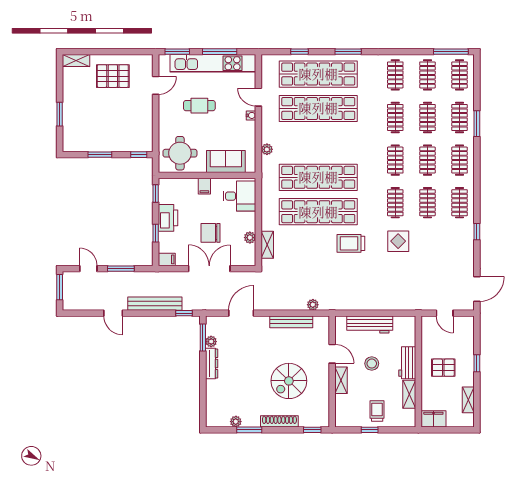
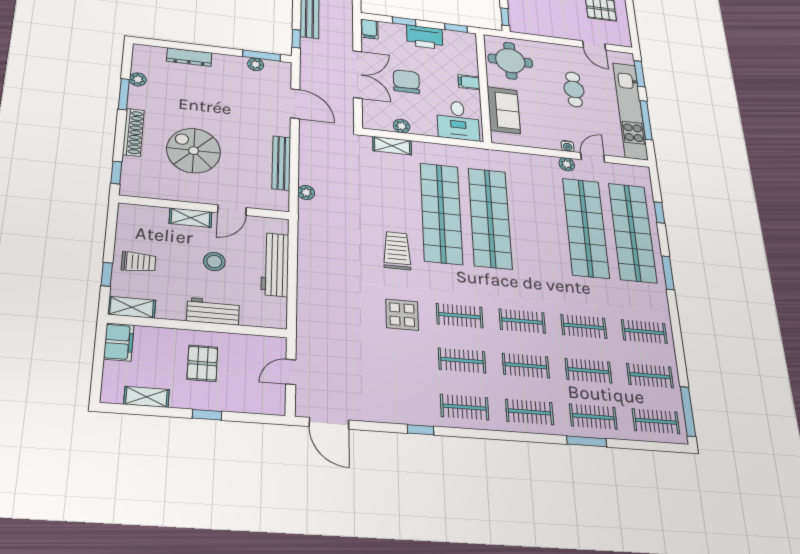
plant: (267, 149) -> (567, 164), moved
dresser: (212, 364) -> (189, 57), moved
shelving: (409, 394) -> (132, 307), moved
window: (370, 430) -> (107, 274), moved

